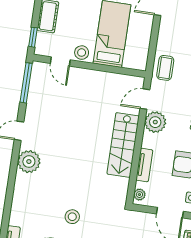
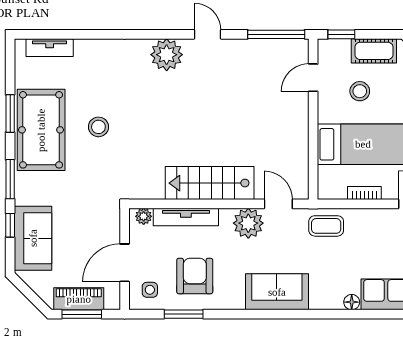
bookcase: (146, 38) -> (364, 193), added
stool: (82, 53) -> (360, 91), moved
tv unit: (144, 165) -> (186, 217), width x1.41

